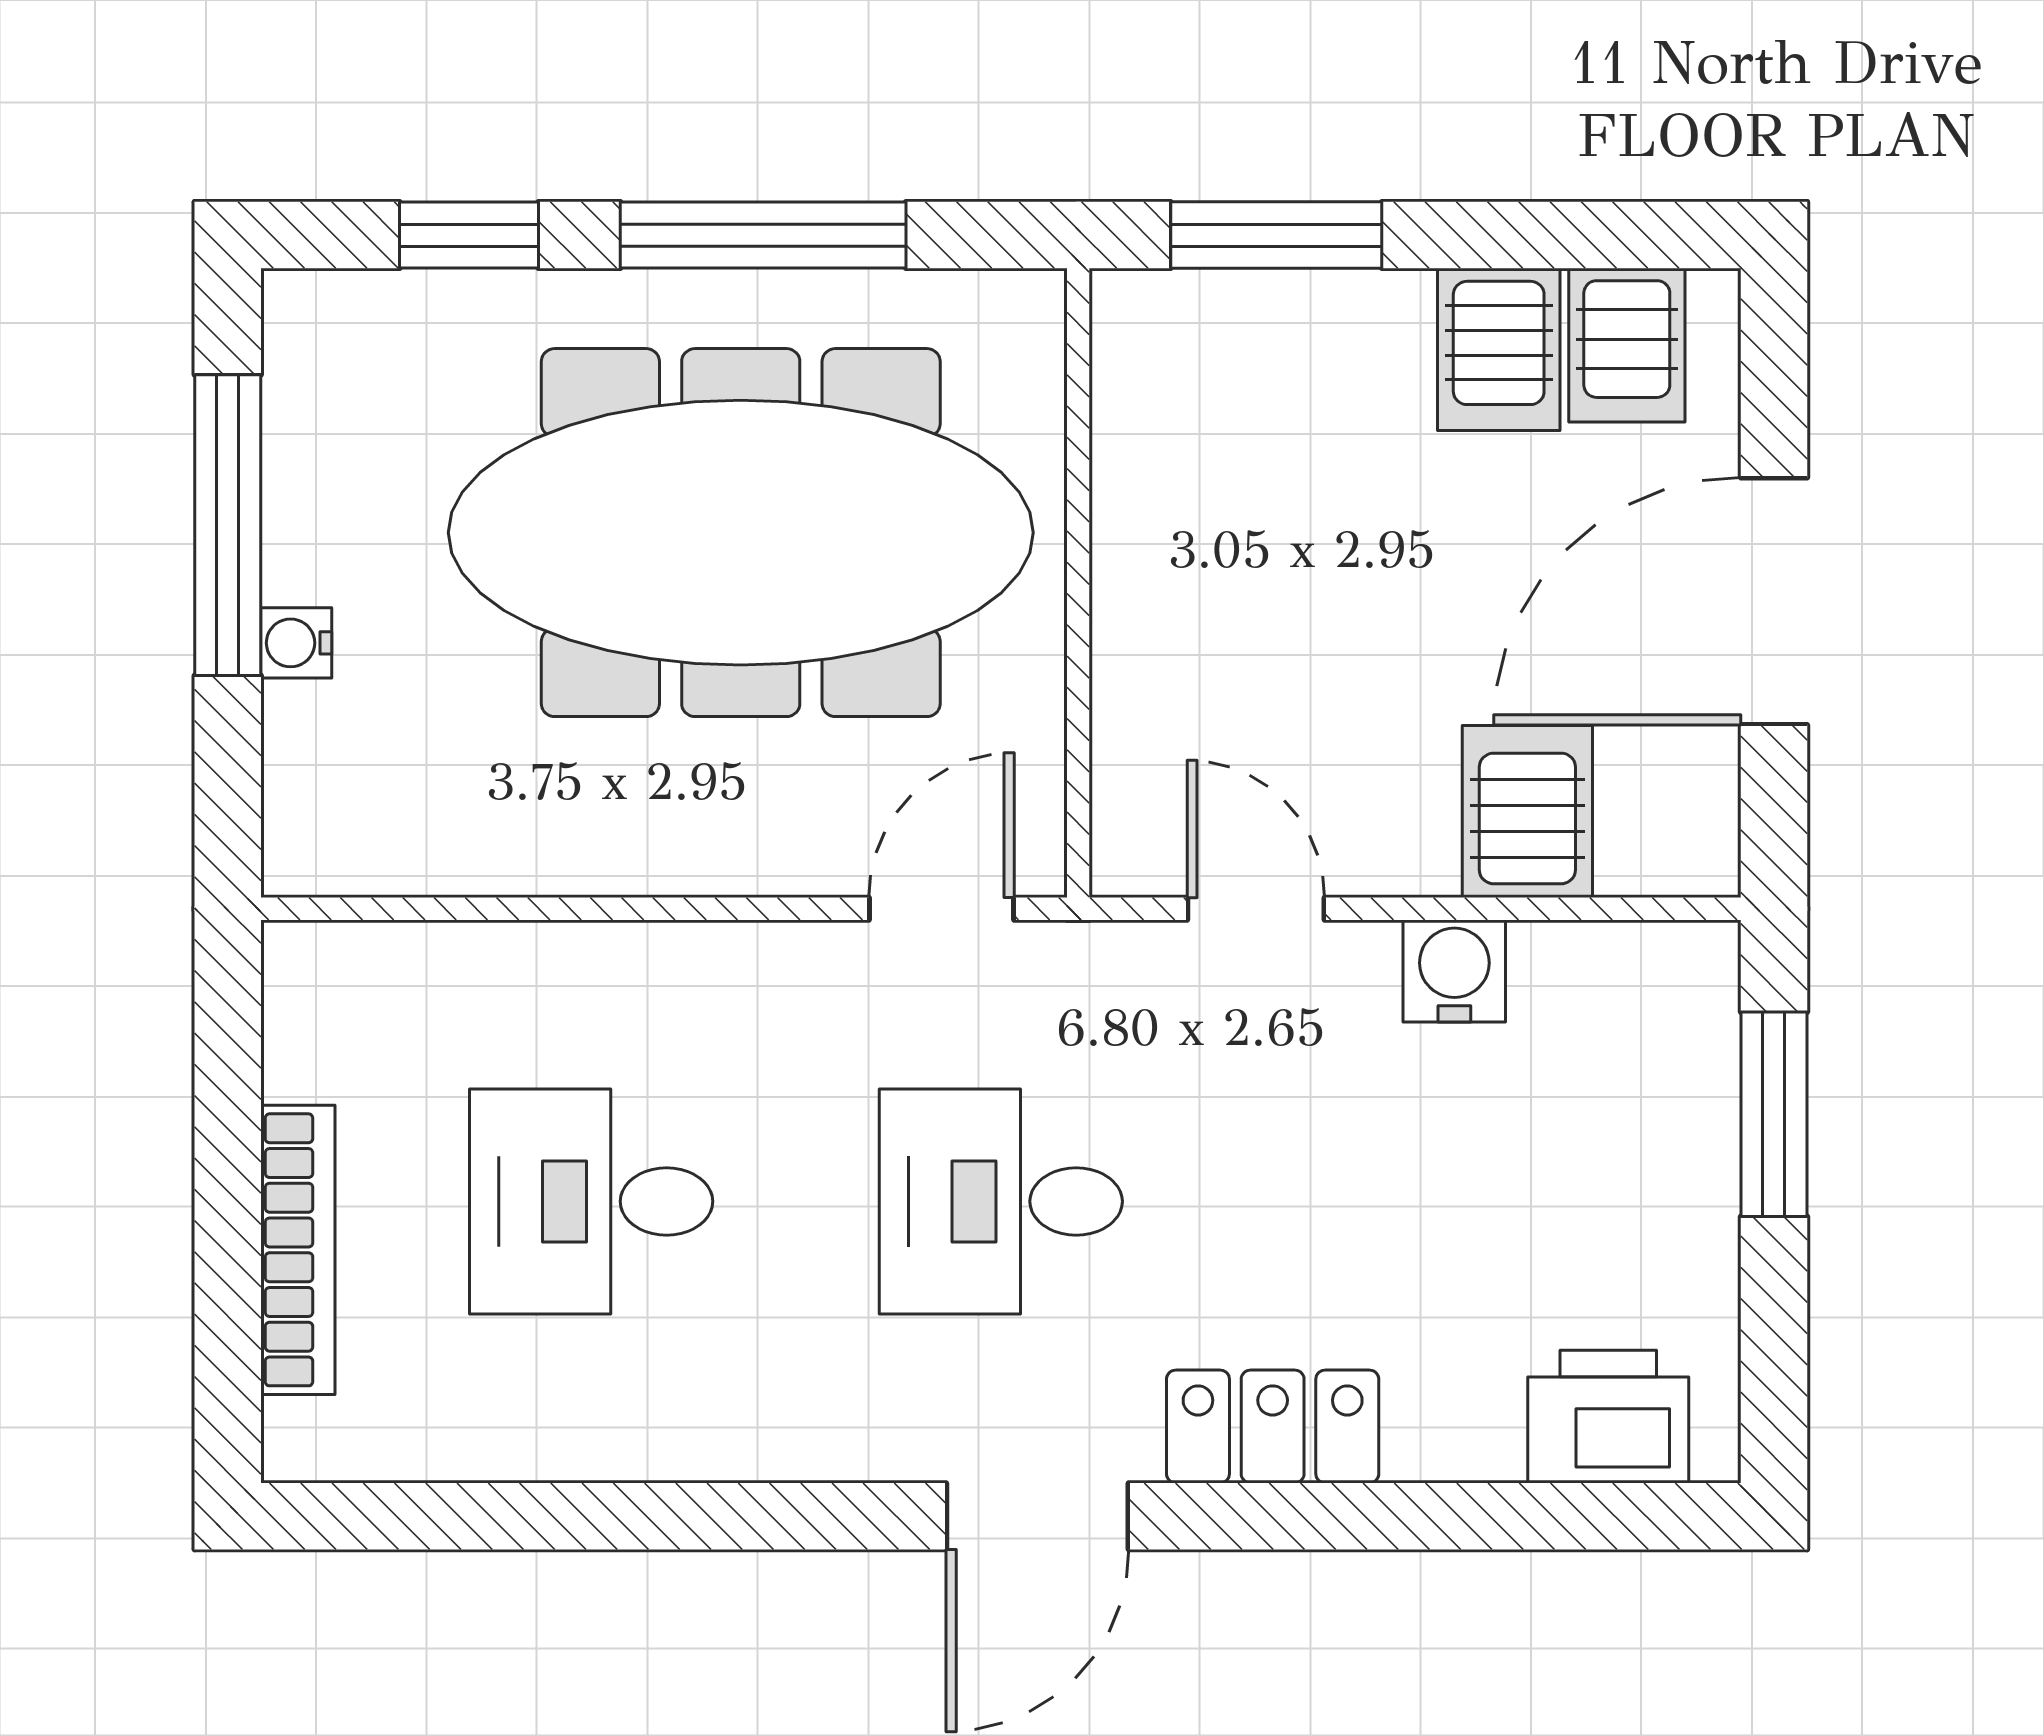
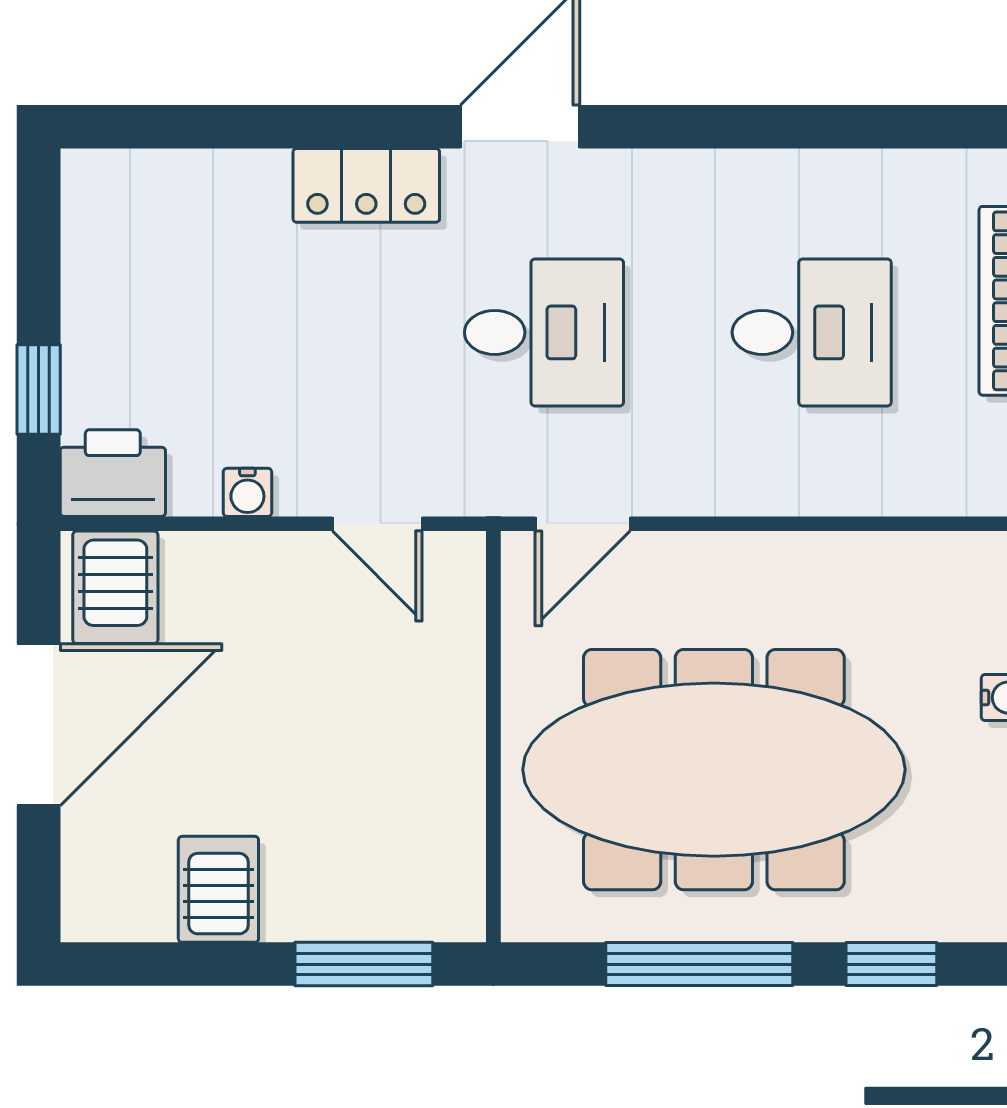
server rack: (1627, 345) -> (135, 892), removed
server rack: (1527, 812) -> (115, 587), moved
water cooler: (1454, 971) -> (247, 492), width x0.72, depth x0.72
window: (1774, 1114) -> (39, 389), width x0.67
printer: (1608, 1417) -> (113, 473), moved, turned 180

